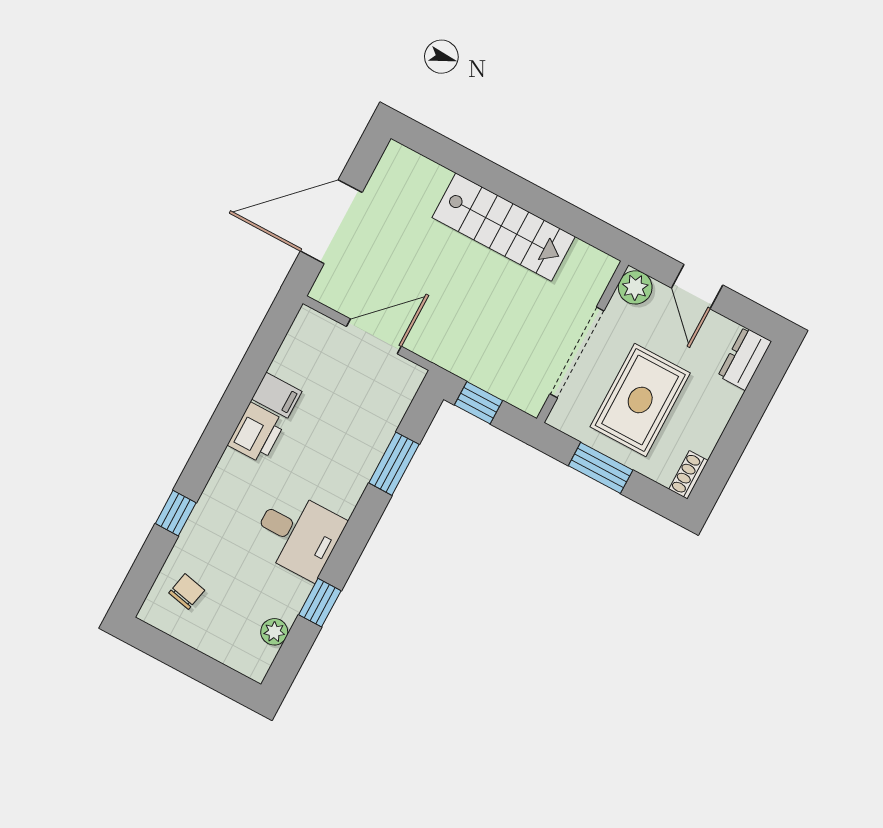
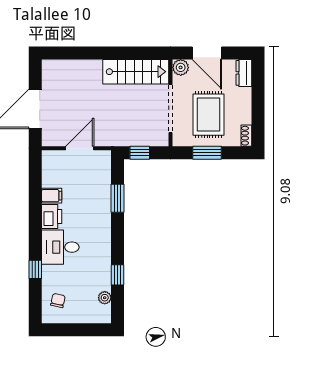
stairs: (504, 227) -> (136, 72), moved
door: (697, 287) -> (207, 53), width x1.38
desk: (298, 534) -> (60, 247), moved, turned 180

